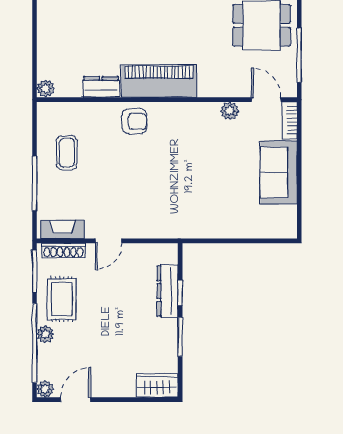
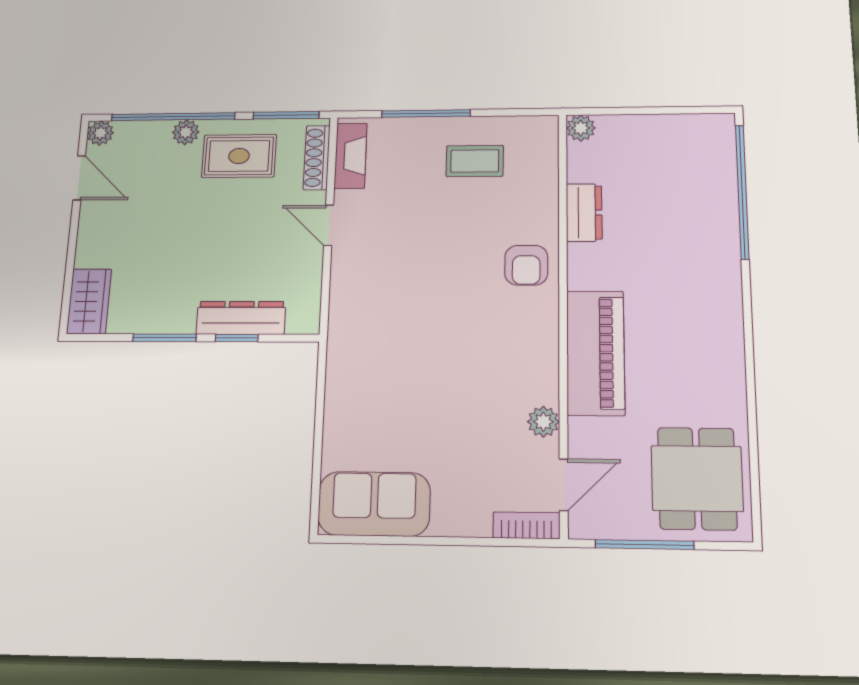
piano: (159, 81) -> (595, 353), moved
sofa: (279, 173) -> (374, 504), moved

